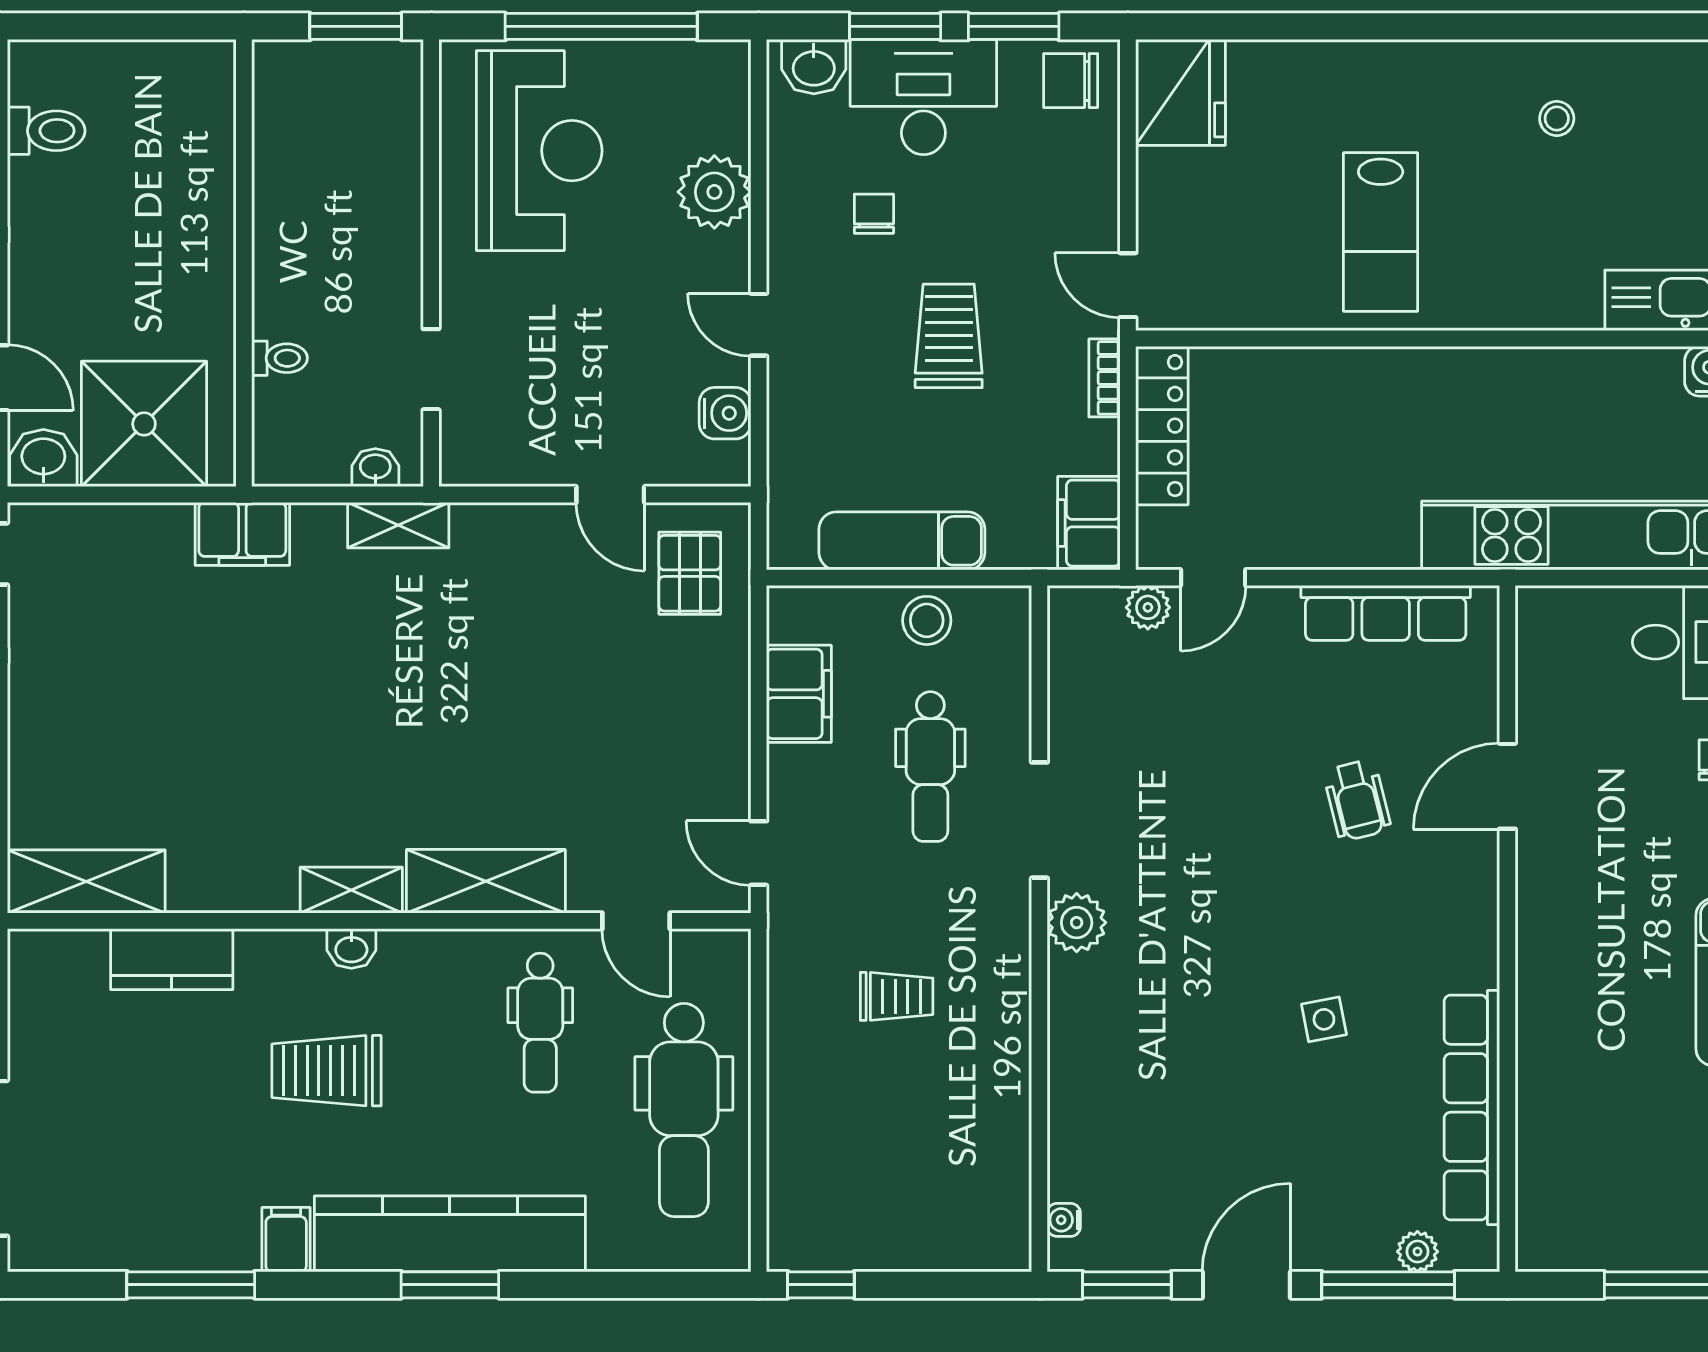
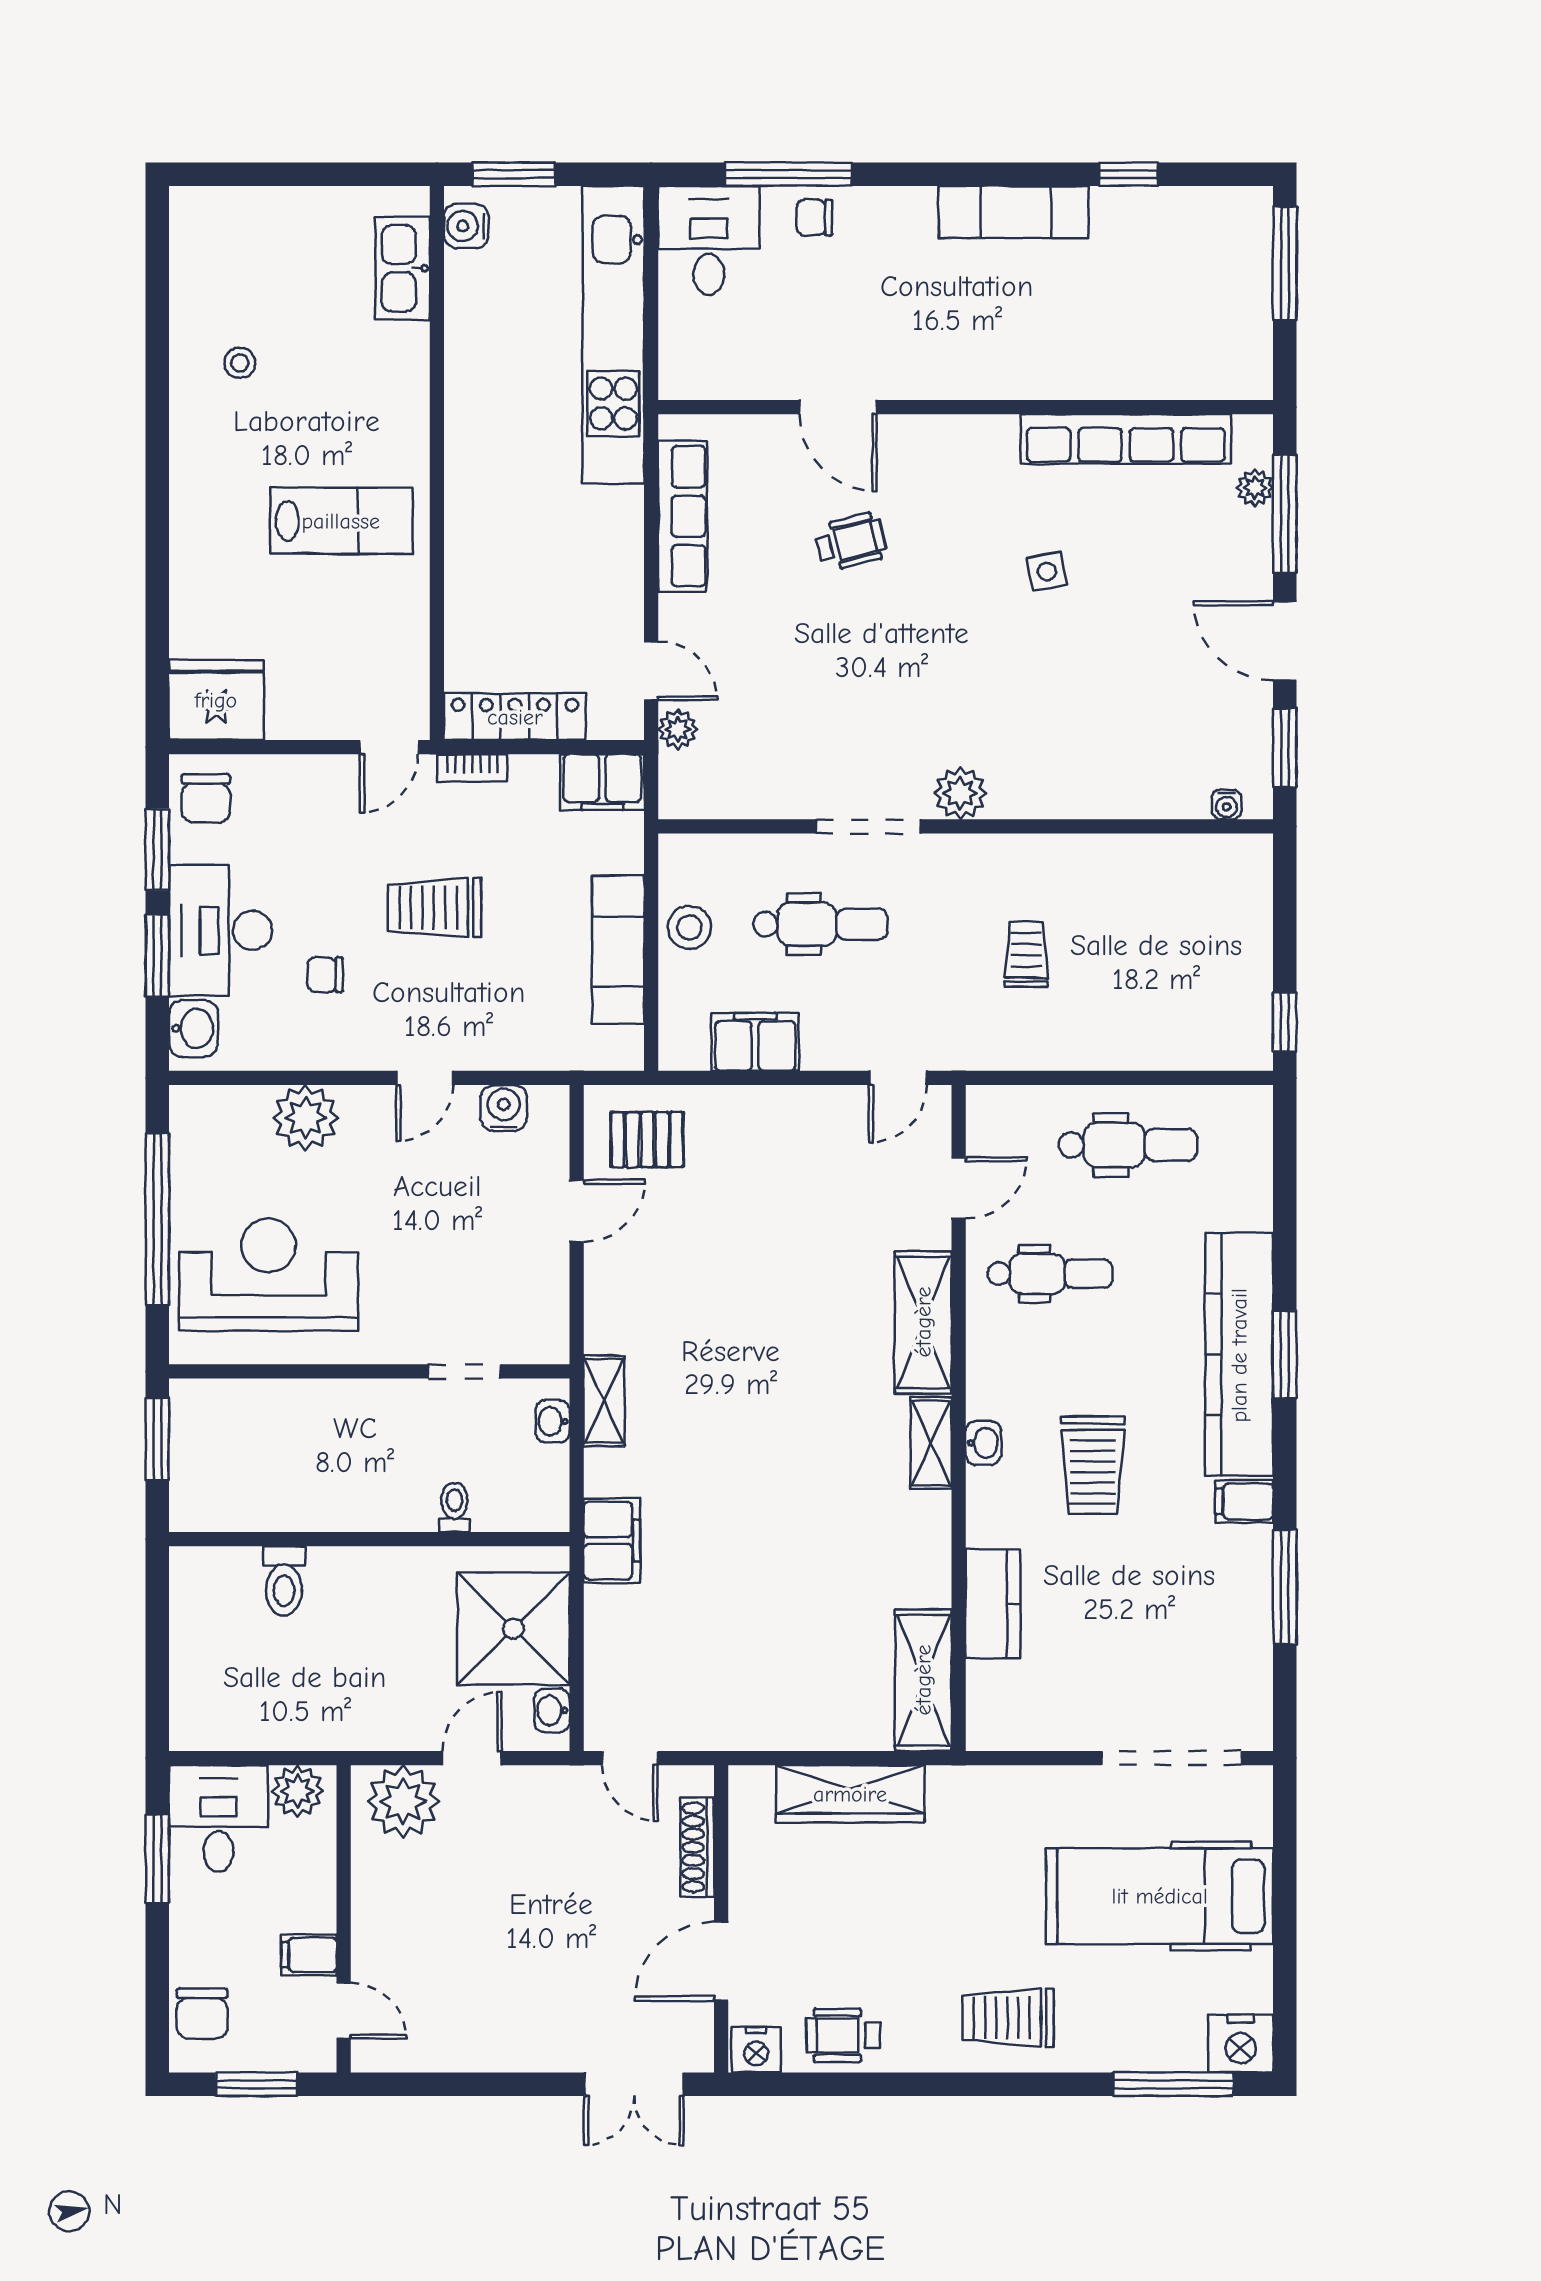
toilet: (46, 131) -> (284, 1581), moved, turned 180
washbasin: (43, 458) -> (552, 1710), width x0.72, depth x0.69
dental chair: (684, 1110) -> (1128, 1145), width x0.73, depth x0.72

